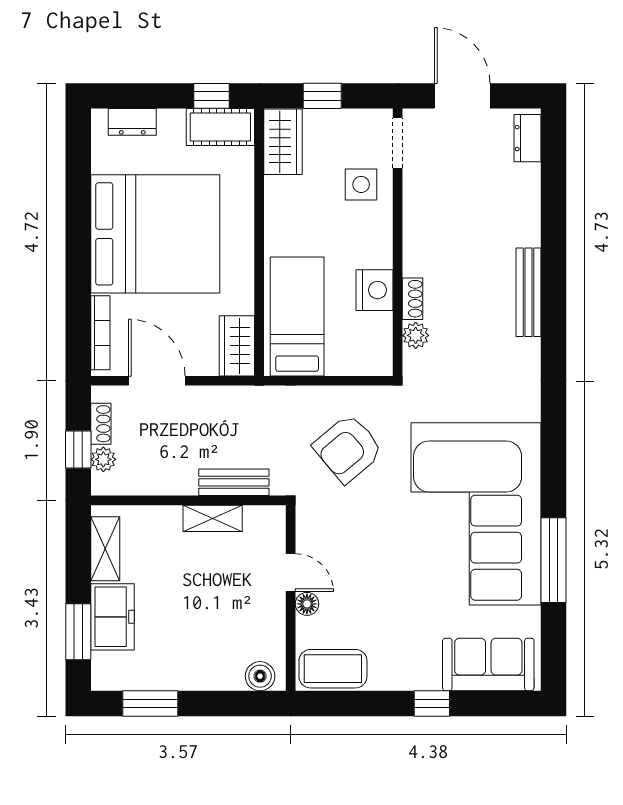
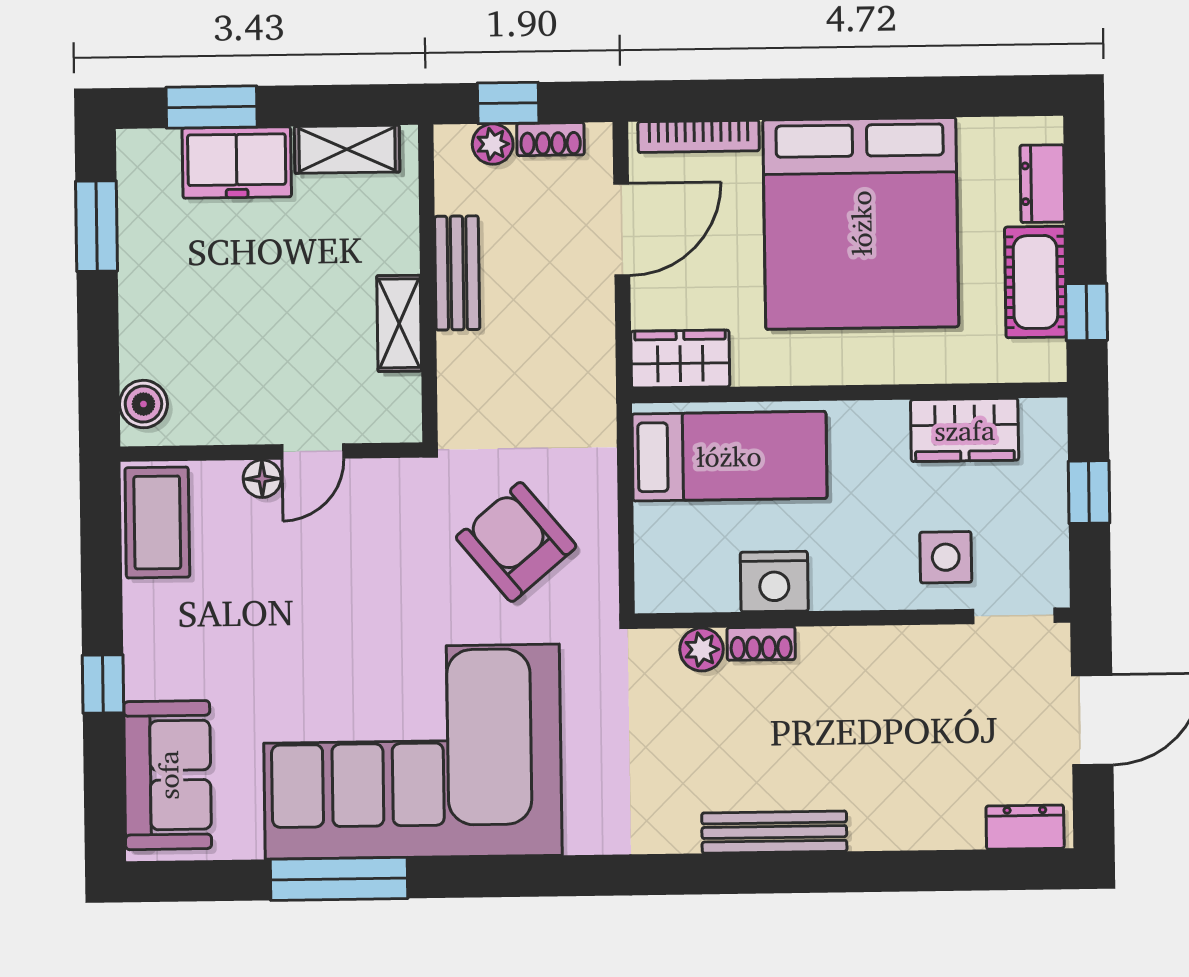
cot: (220, 127) -> (1035, 282), moved
wardrobe: (283, 142) -> (965, 430), moved
bench: (234, 482) -> (457, 273), moved

